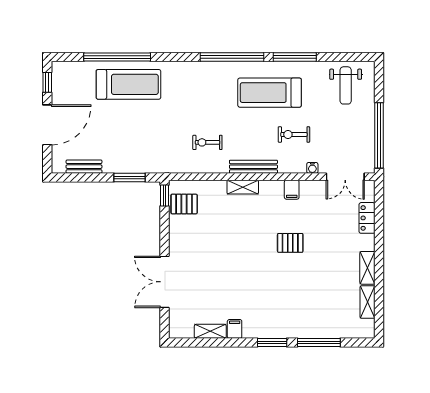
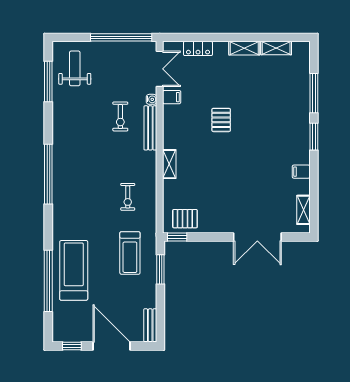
window: (295, 57) -> (48, 81), moved
weight bench: (346, 85) -> (75, 68), turned -90
treadmill: (270, 93) -> (130, 253), moved, width x0.73, depth x0.73
bench: (84, 167) -> (150, 325), moved
bench: (253, 167) -> (150, 128), moved
filing cabinet: (292, 190) -> (172, 97), moved
pallet: (184, 204) -> (185, 219), turned 90
shelving: (210, 331) -> (303, 210), moved

